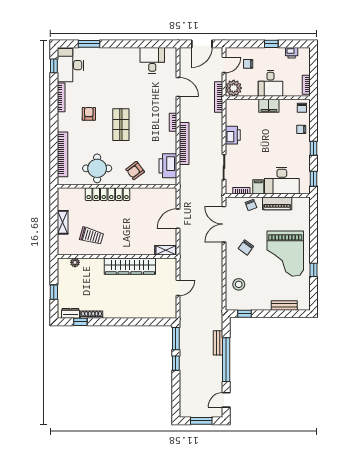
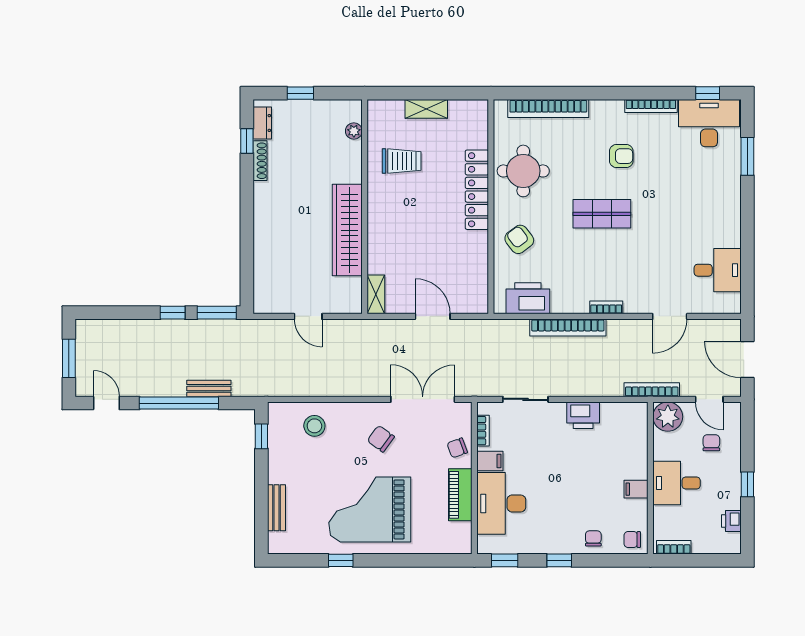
filing cabinet: (269, 106) -> (636, 489), width x0.50
trolley: (92, 236) -> (402, 161), turned -106

